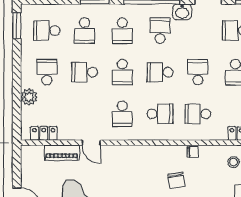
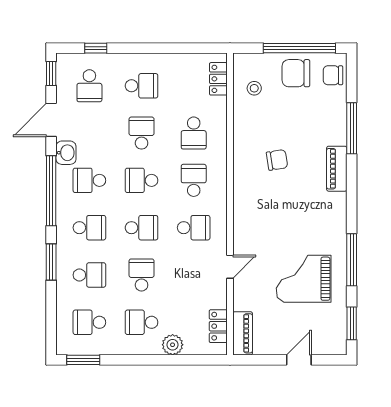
school desk: (47, 31) -> (89, 322), turned 90
school desk: (85, 72) -> (142, 275), turned 180
school desk: (160, 72) -> (142, 180), turned 90
school desk: (198, 72) -> (142, 133), turned 90
chair: (193, 152) -> (241, 140), removed
piano: (62, 153) -> (243, 333), moved

